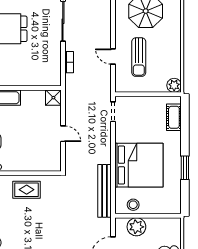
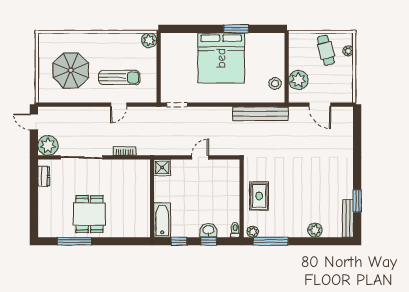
cot: (174, 117) -> (183, 40), removed
bed: (139, 165) -> (221, 58), moved, turned 180

